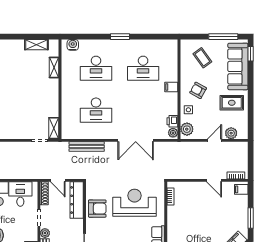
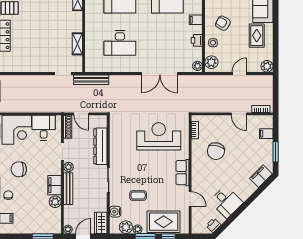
rug: (232, 103) -> (257, 36), turned 90
printer: (172, 121) -> (197, 40), moved
shelving: (54, 128) -> (77, 44), moved
plant: (231, 133) -> (267, 66), moved
bench: (87, 147) -> (91, 80), moved
filing cabinet: (241, 189) -> (266, 134), moved
dresser: (77, 200) -> (100, 146), moved
armchair: (97, 209) -> (121, 142), removed
chair: (191, 217) -> (216, 151), added

